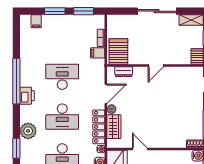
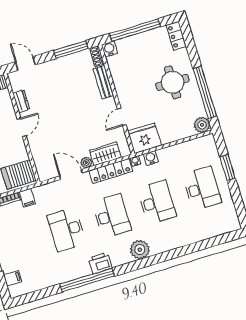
door: (156, 66) -> (22, 127), hinge flipped
dresser: (124, 72) -> (21, 101), moved
bench: (172, 143) -> (103, 82), added
window: (16, 148) -> (163, 257), removed

